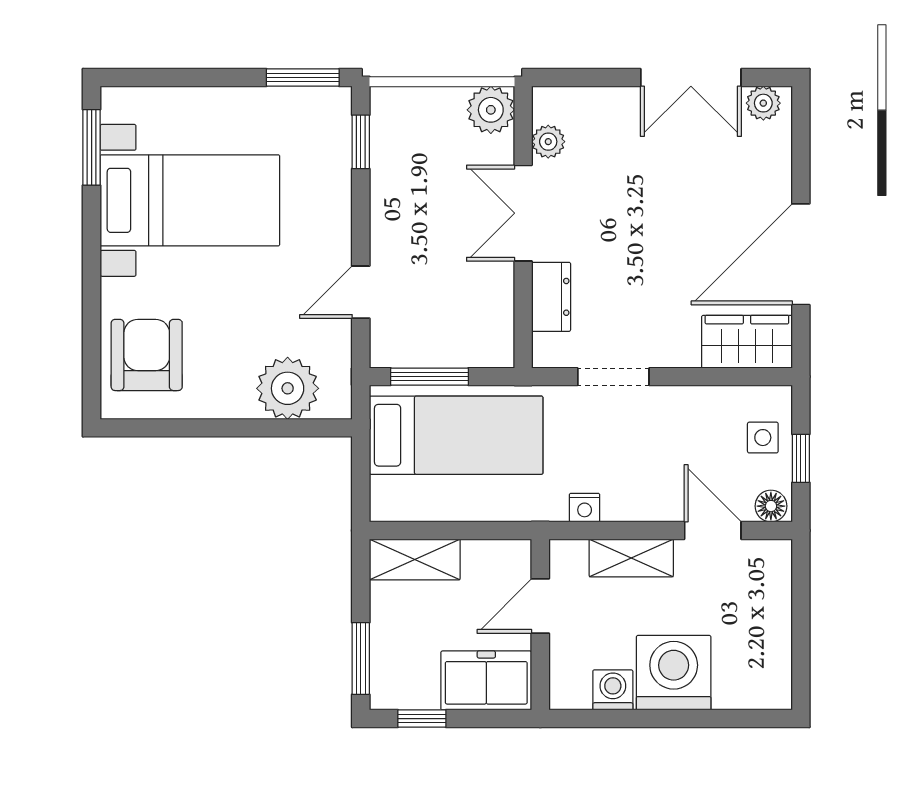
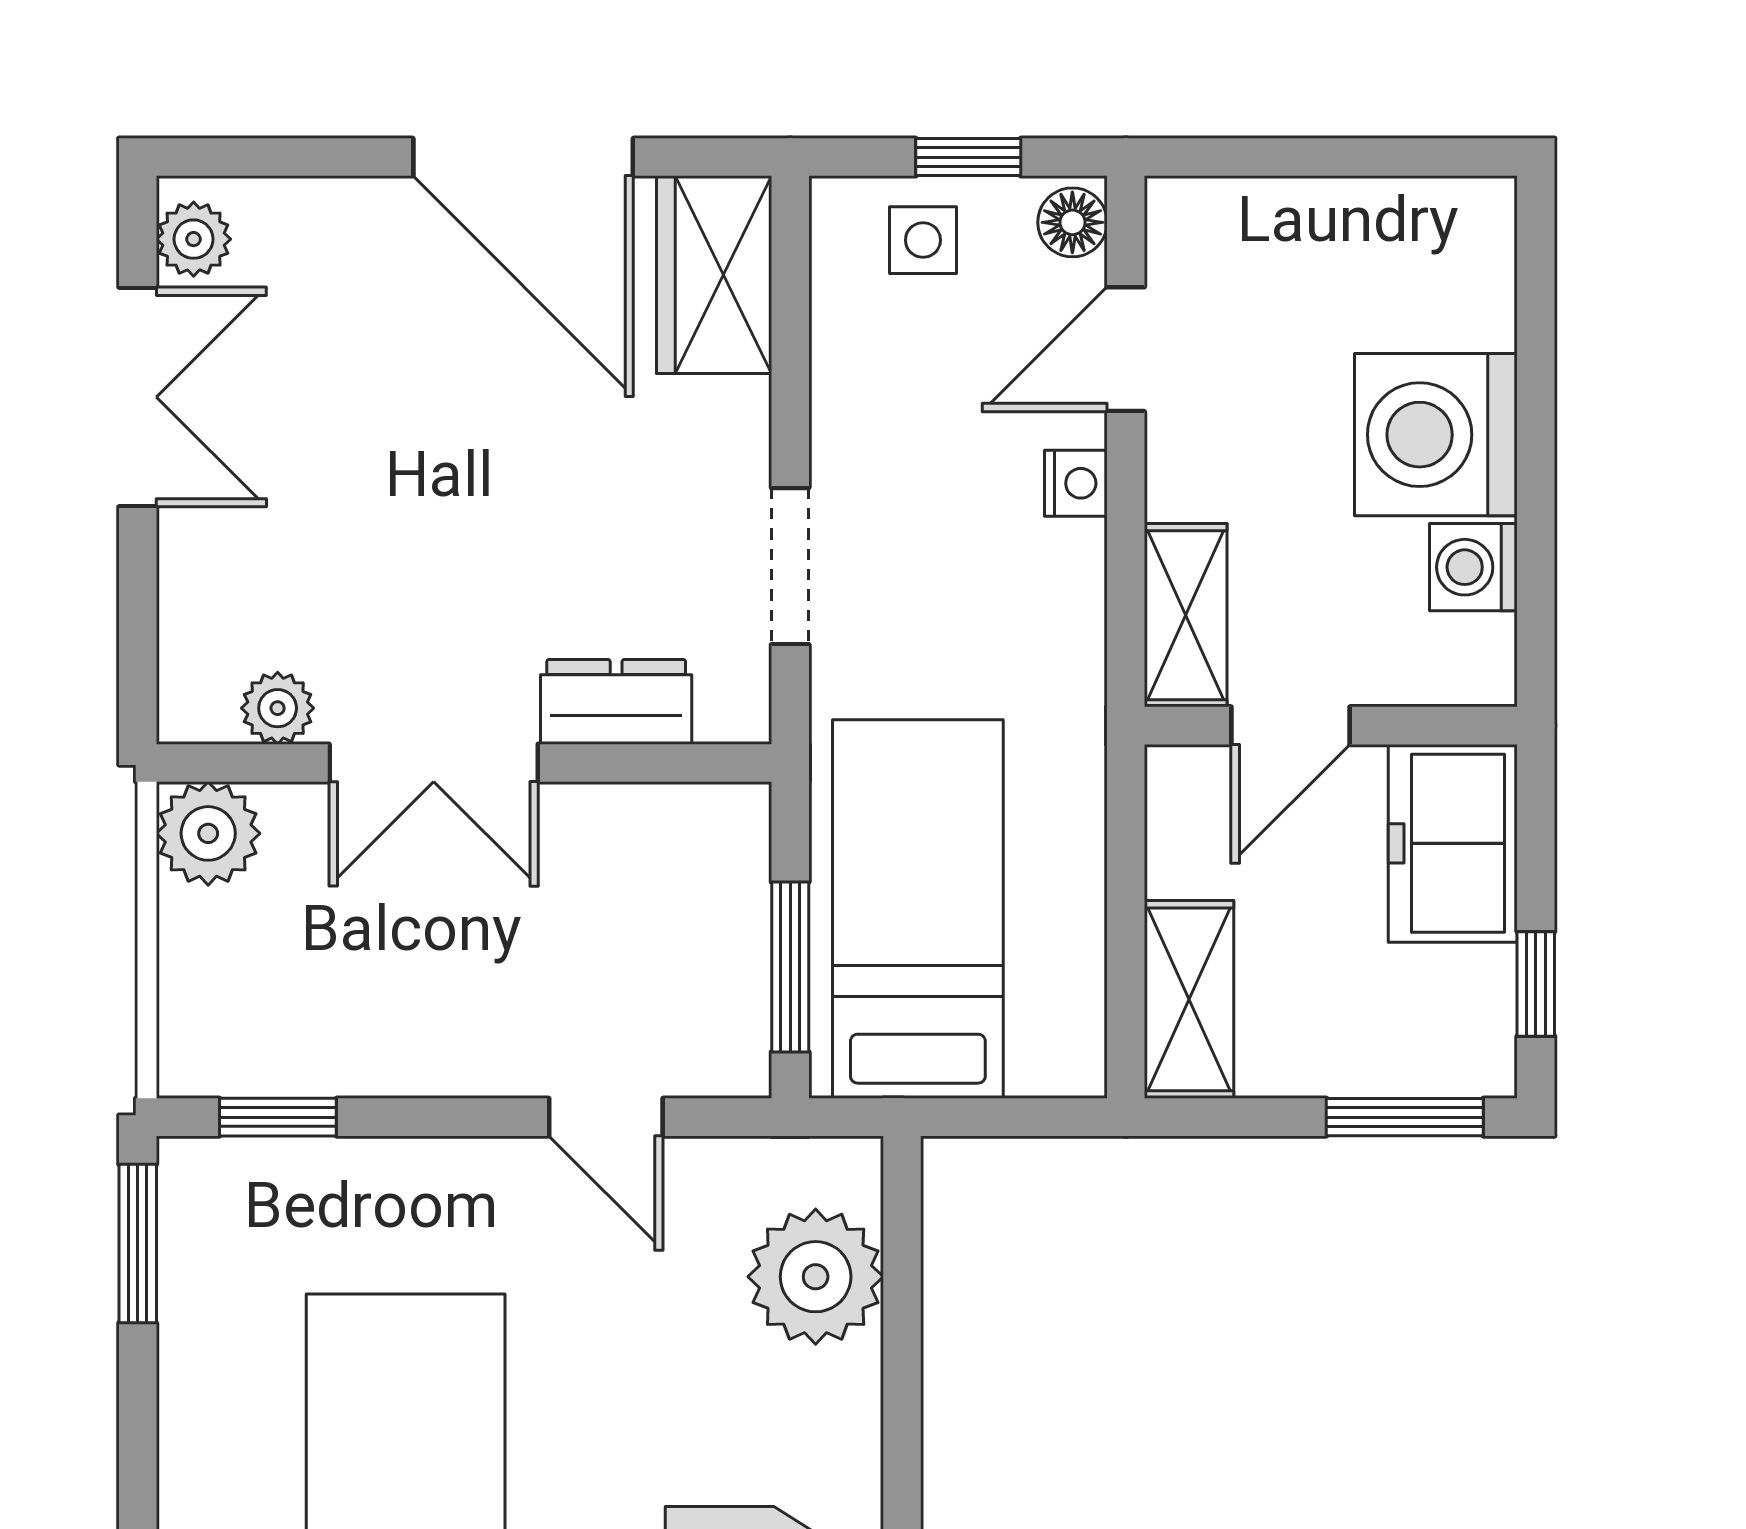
nightstand: (585, 508) -> (1076, 483), moved
shelving: (631, 558) -> (1186, 615), moved
door: (540, 606) -> (1291, 726), hinge flipped

